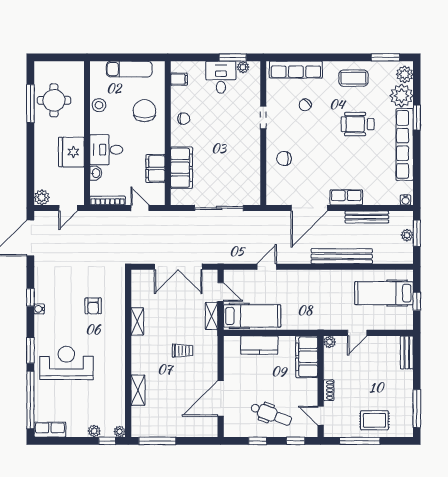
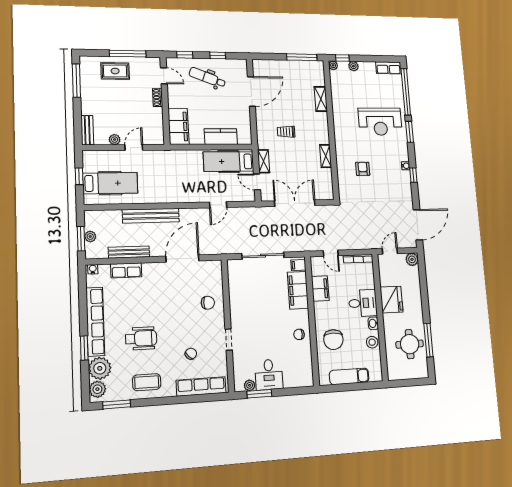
filing cabinet: (179, 79) -> (298, 265), moved
washbasin: (96, 173) -> (373, 323), moved
row of seats: (346, 197) -> (126, 270), moved
plant: (330, 342) -> (115, 140), moved

